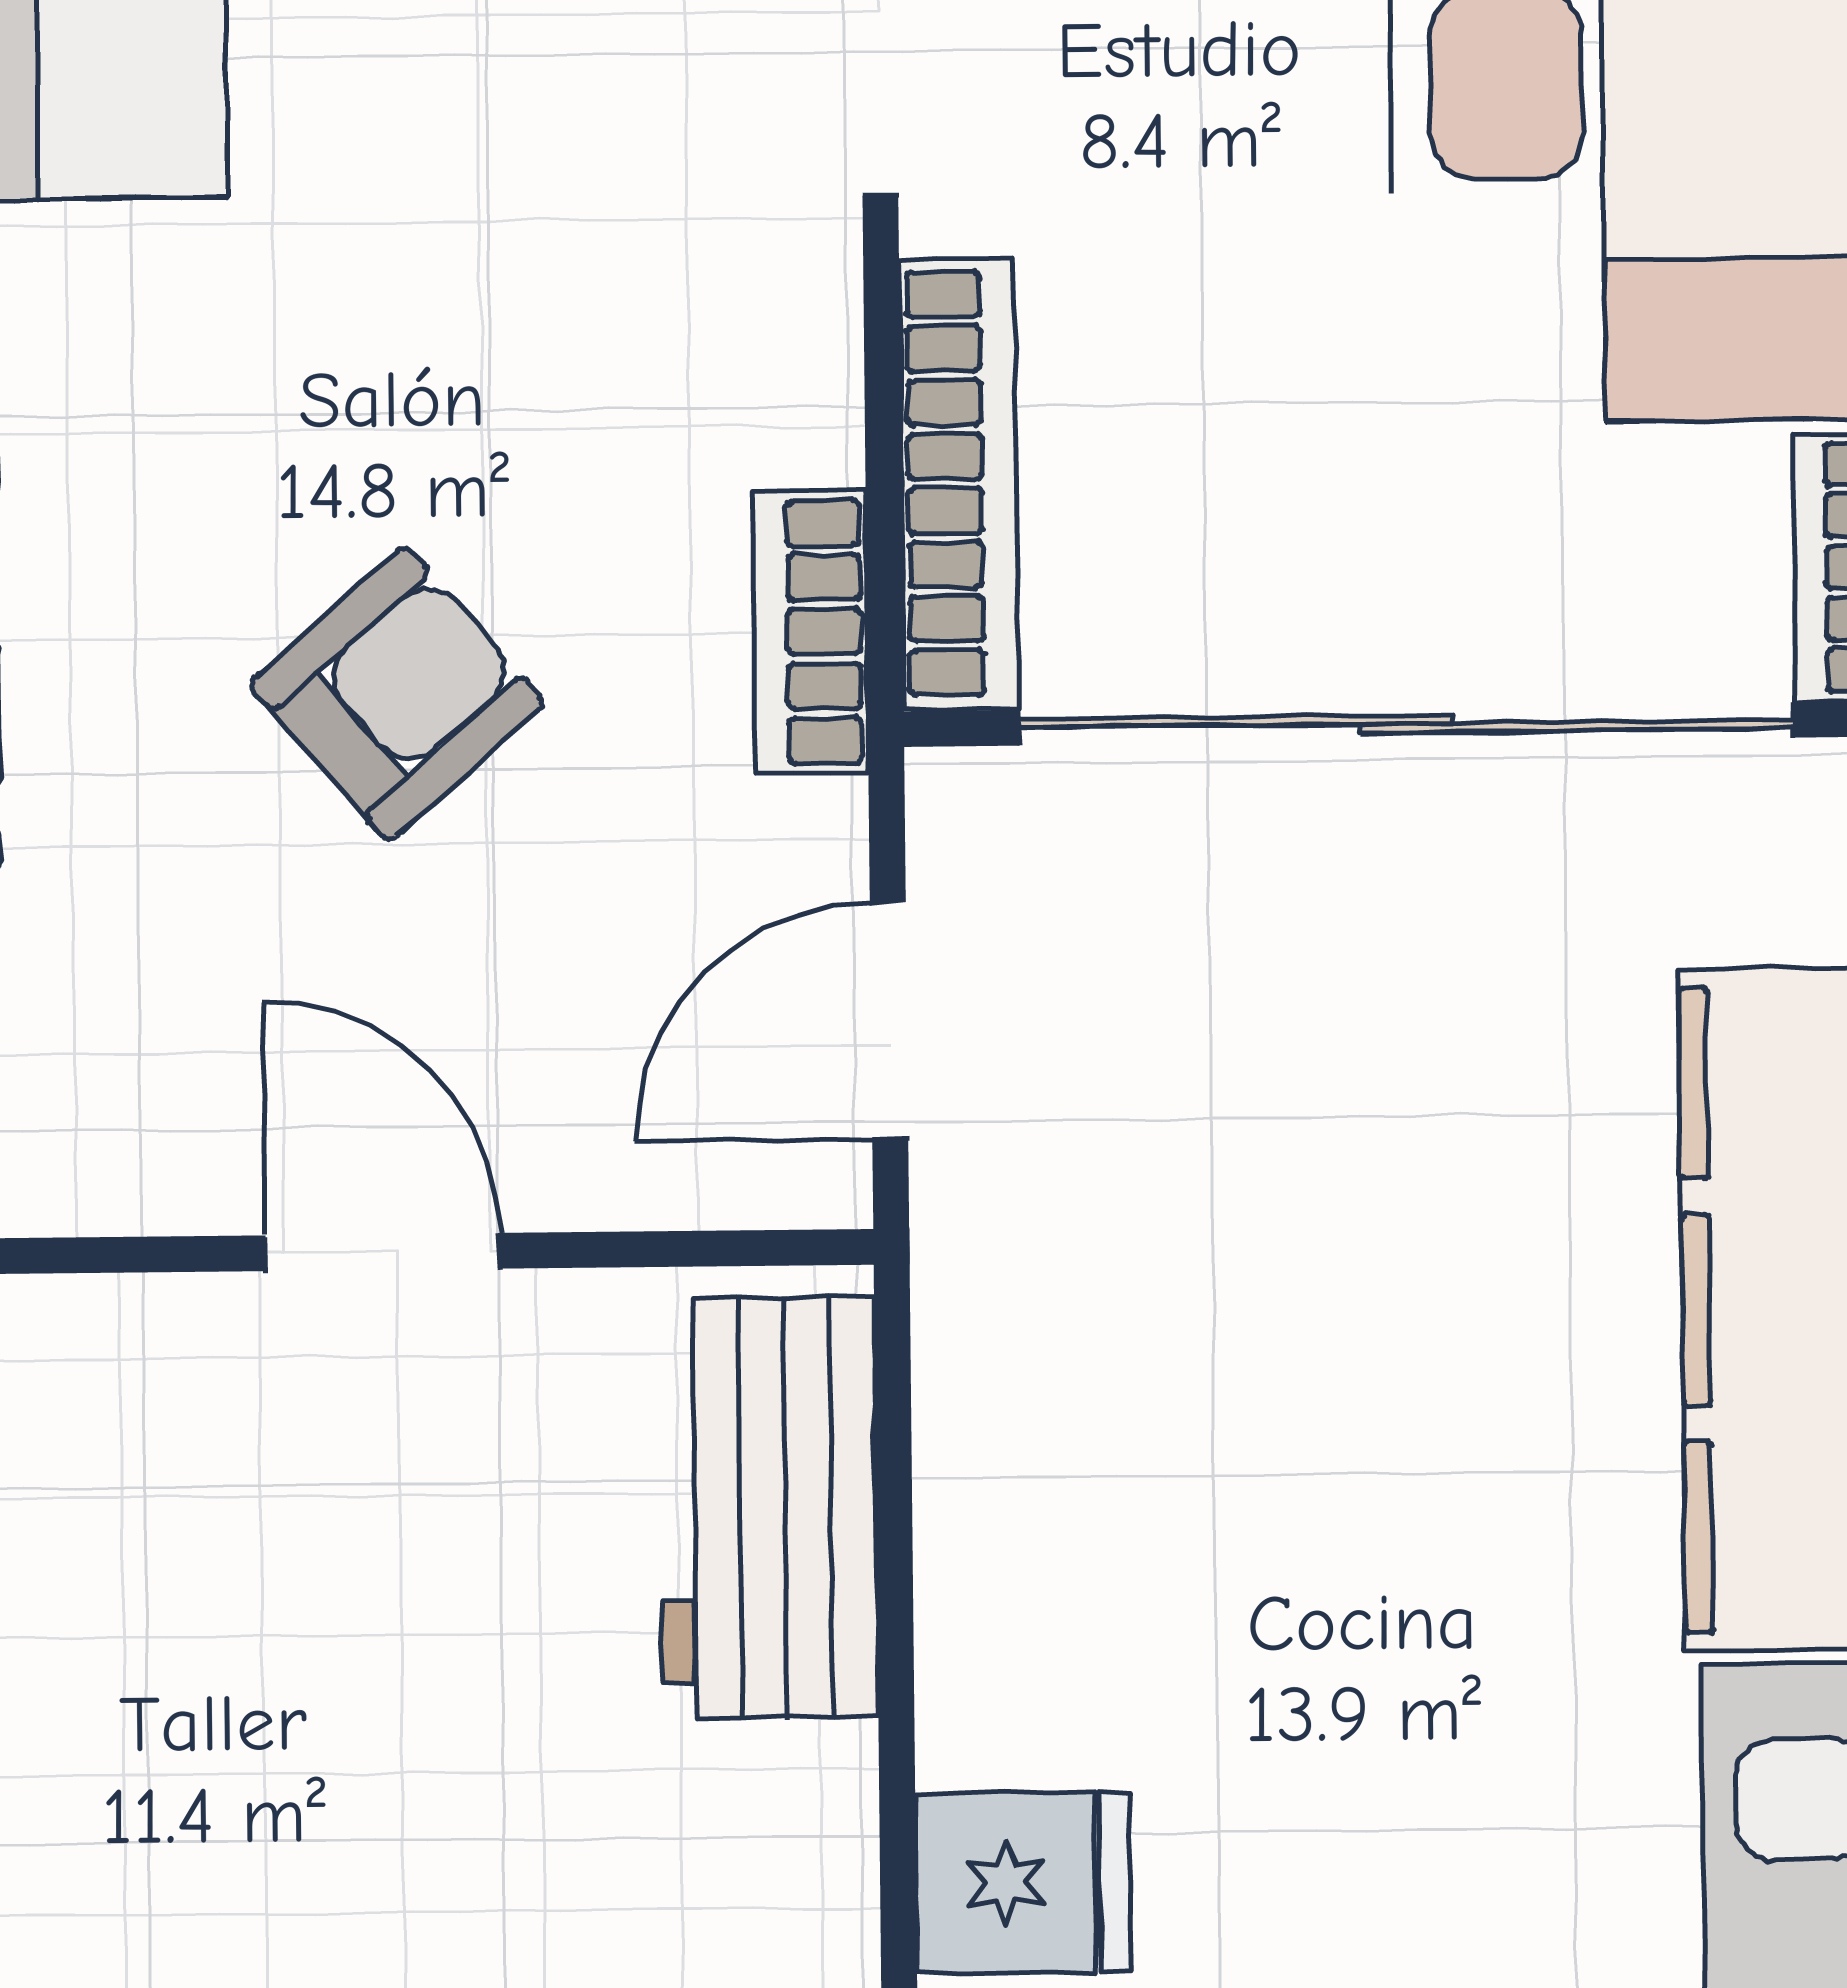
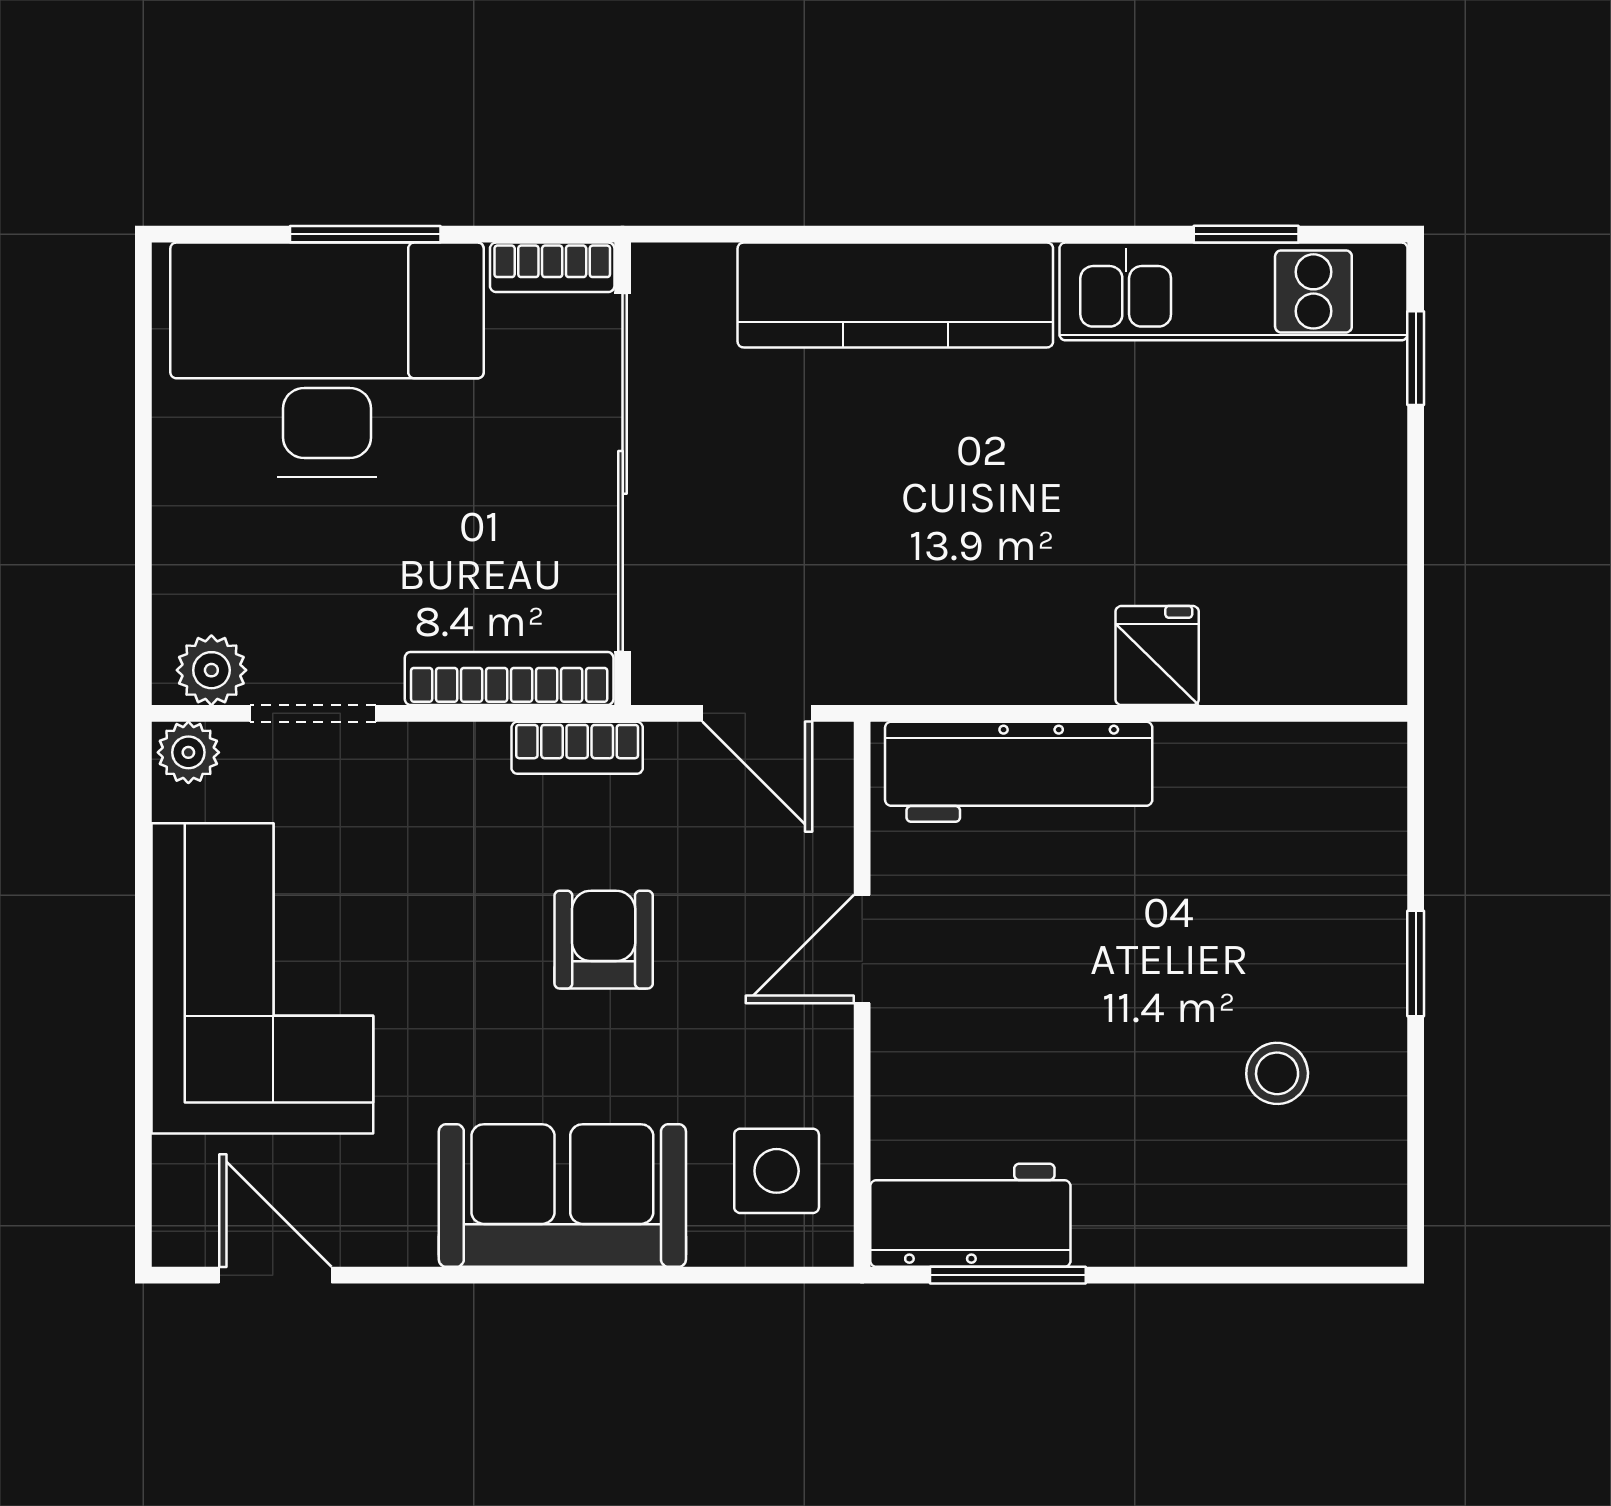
armchair: (397, 693) -> (604, 940), turned 41
workbench: (768, 1508) -> (1019, 772), width x1.38

